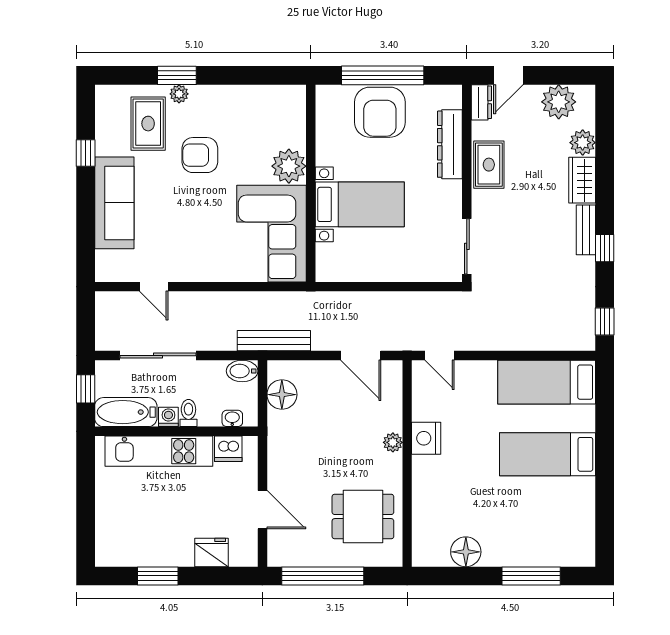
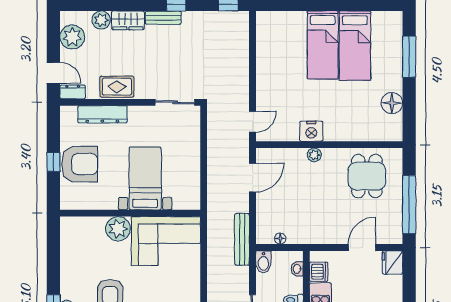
window: (383, 75) -> (53, 162), width x0.32
bed: (547, 382) -> (355, 46), moved
floor lamp: (282, 395) -> (280, 239), width x0.53, depth x0.53
fridge: (212, 553) -> (392, 263), moved

